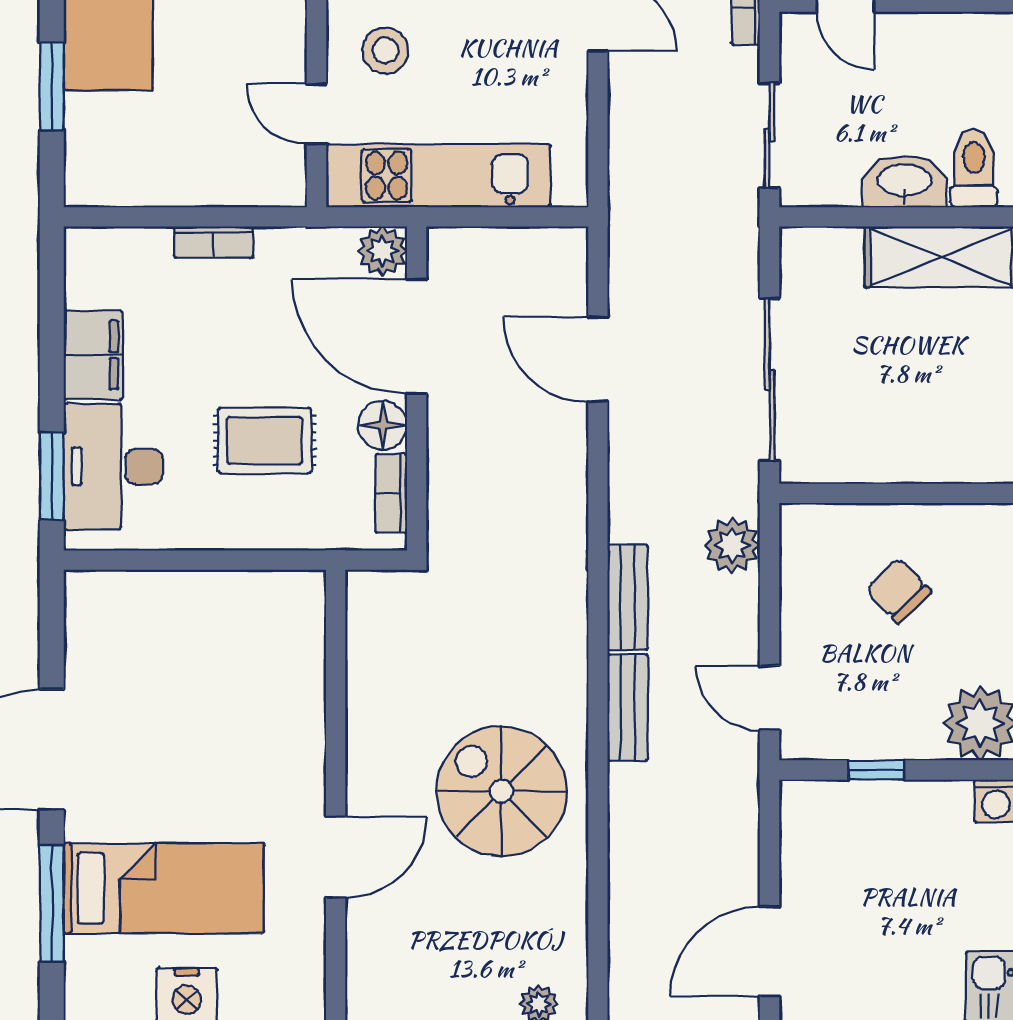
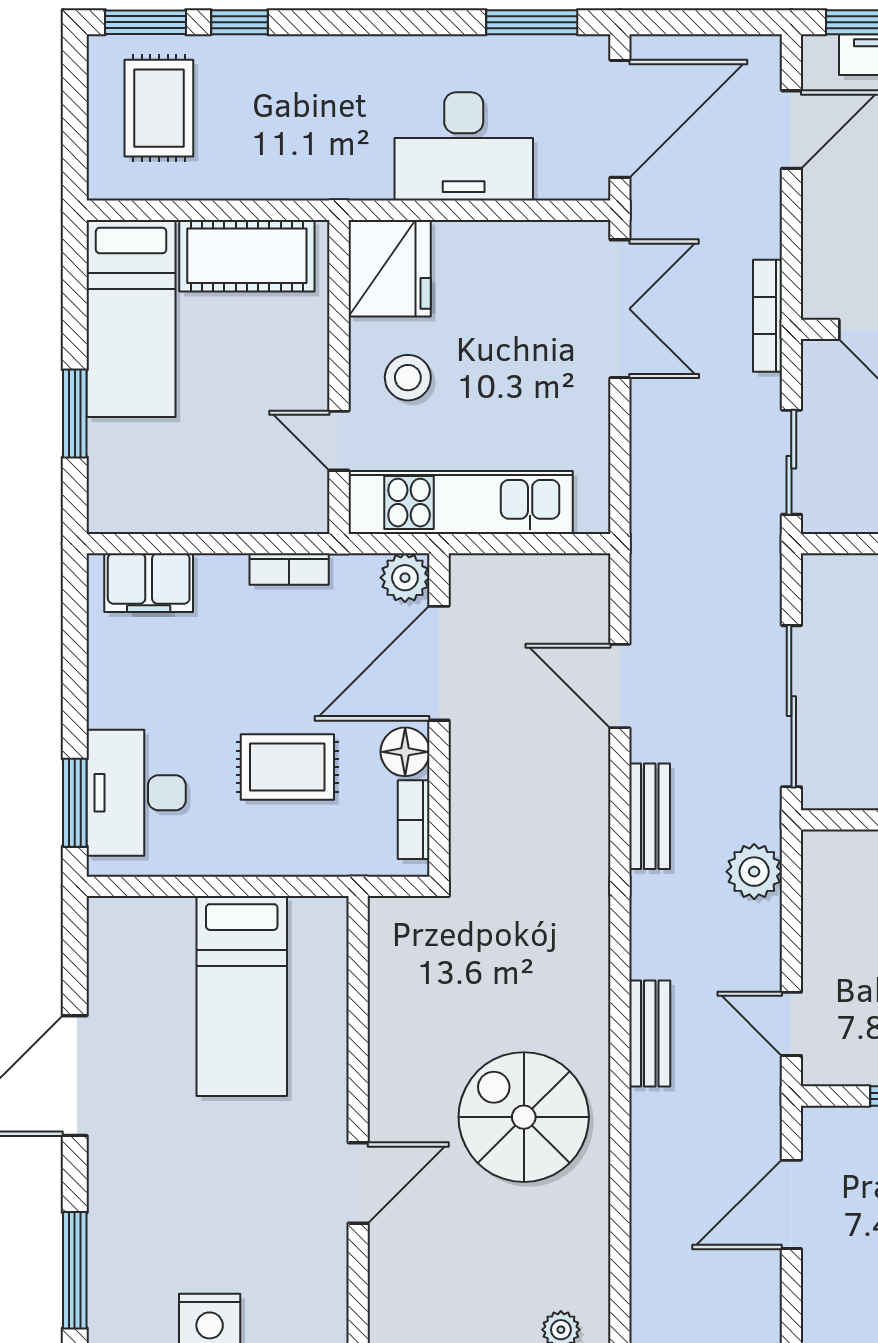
bookcase: (214, 242) -> (289, 569), moved
door: (417, 336) -> (439, 663), hinge flipped
filing cabinet: (93, 355) -> (149, 583), moved, turned 90
bench: (628, 597) -> (650, 816), moved
bed: (164, 888) -> (242, 996), moved, turned 90
window: (52, 903) -> (75, 1270), moved
door: (770, 951) -> (791, 1204), moved

